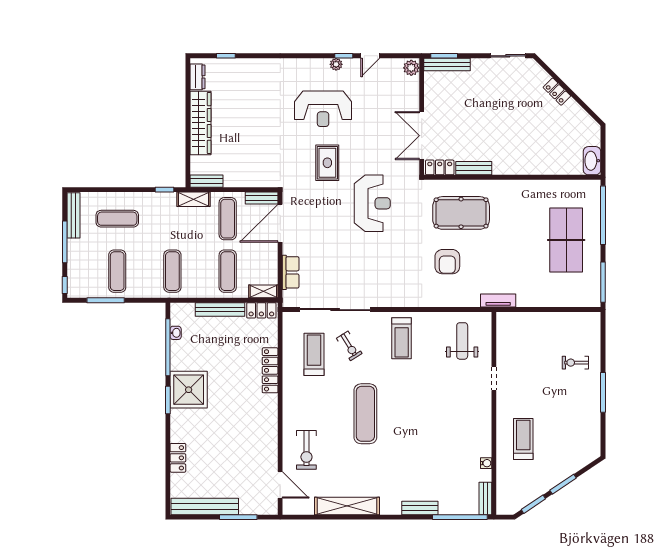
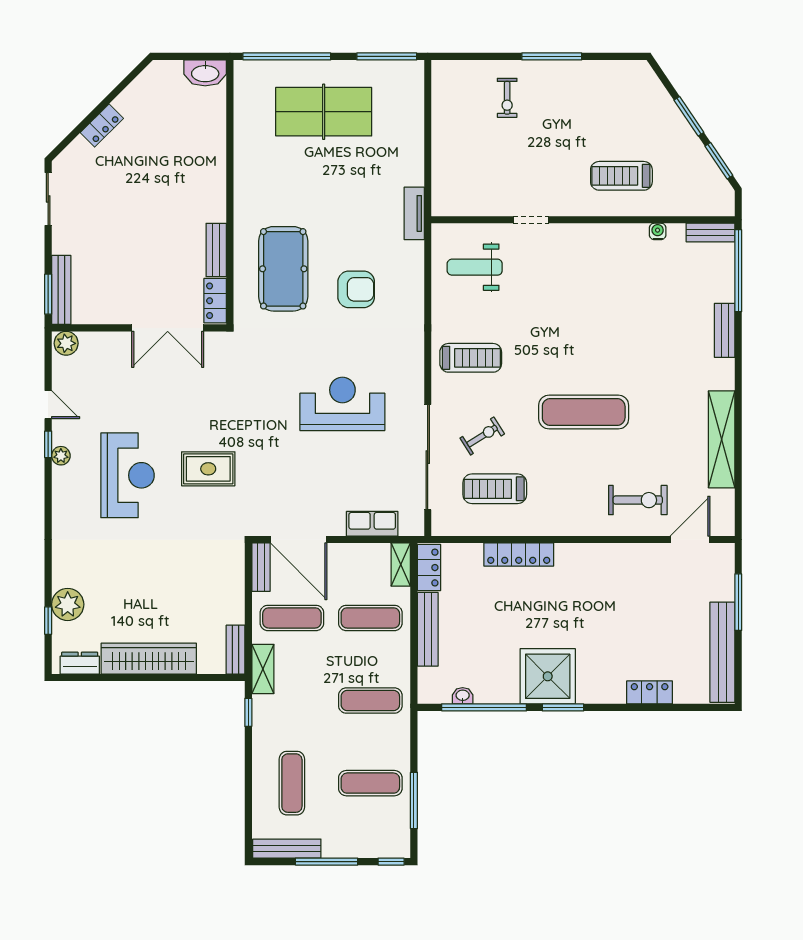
plant: (237, 69) -> (68, 604), added
reception desk: (372, 203) -> (342, 404), moved

